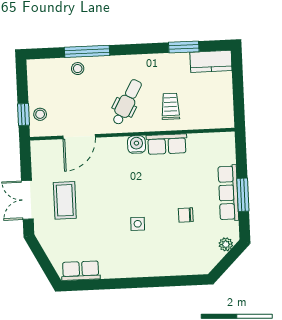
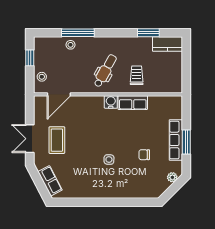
window: (23, 115) -> (30, 58), moved
door: (79, 137) -> (59, 94), moved
row of seats: (81, 271) -> (50, 181), moved, turned 62

